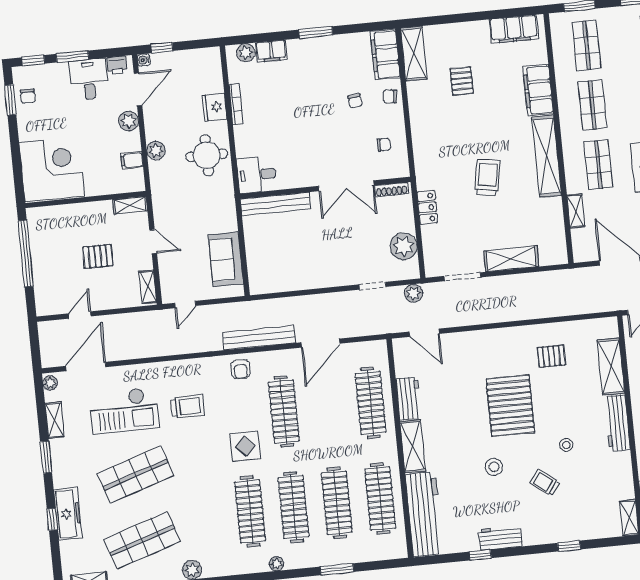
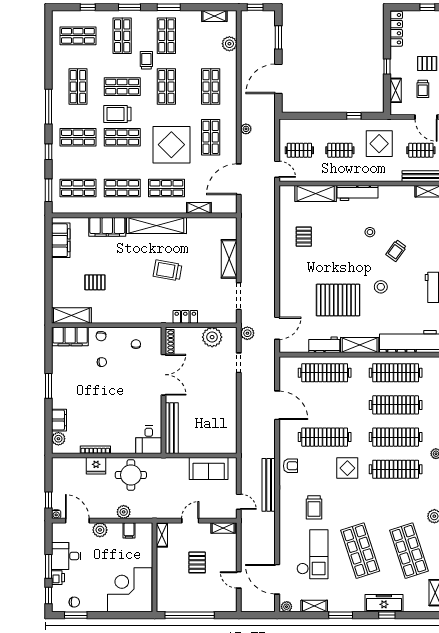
printer: (117, 65) -> (58, 578), moved
bench: (259, 338) -> (269, 485), moved
pallet: (510, 406) -> (338, 300), moved
trolley: (188, 407) -> (314, 507), turned 180

